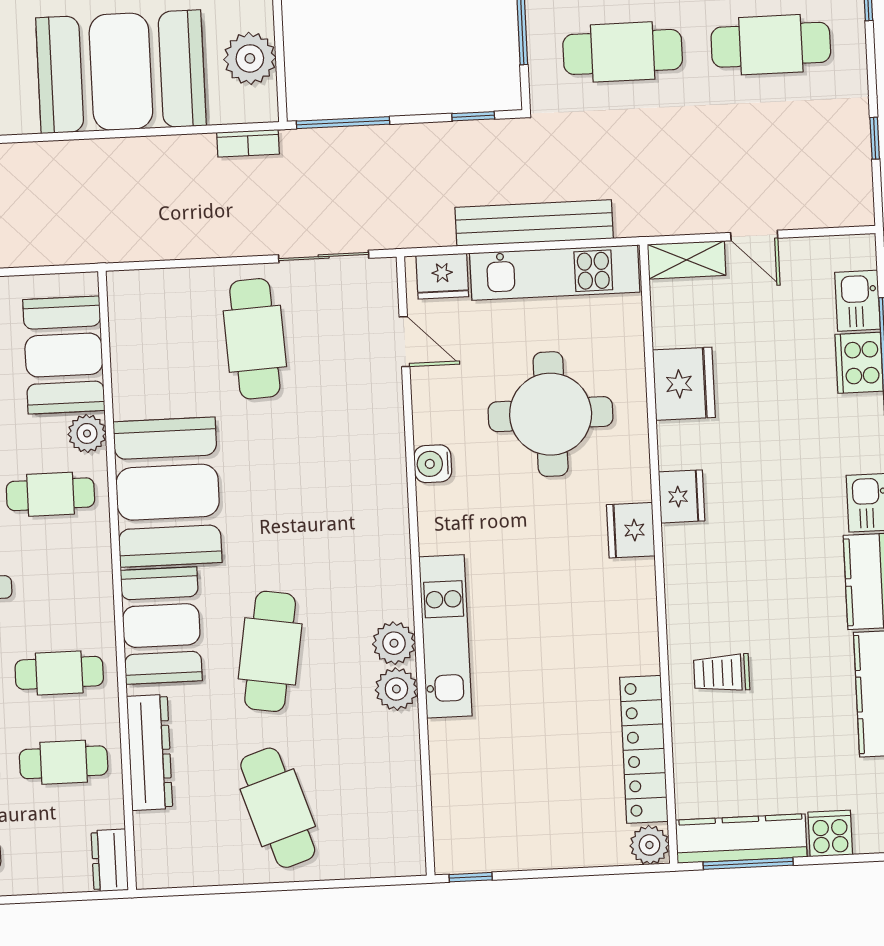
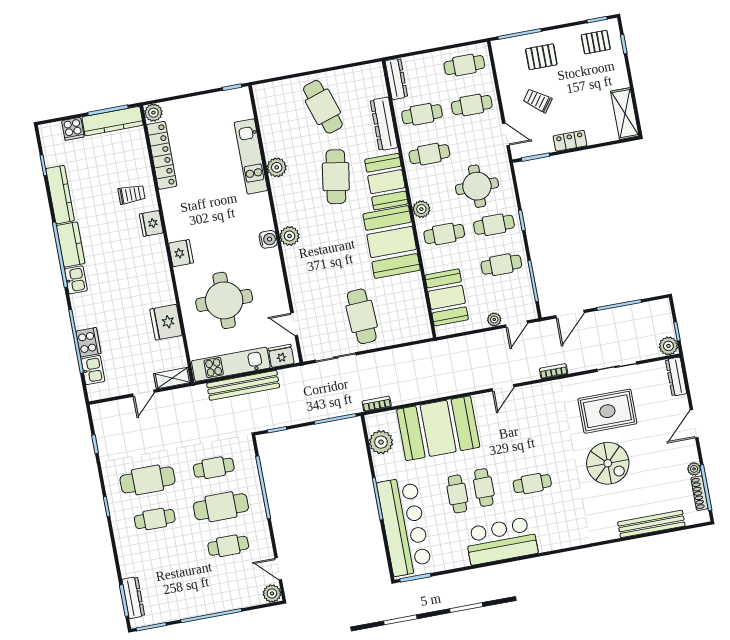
cafe table: (623, 52) -> (214, 468), width x0.73, depth x0.74
door: (754, 235) -> (143, 393), swing flipped
plant: (87, 433) -> (421, 209), moved
water cooler: (433, 464) -> (268, 239), moved
fridge: (682, 496) -> (151, 223), moved
kitchen unit: (445, 636) -> (251, 156), moved
plant: (394, 643) -> (290, 236), moved
dresser: (110, 860) -> (396, 79), width x1.44

